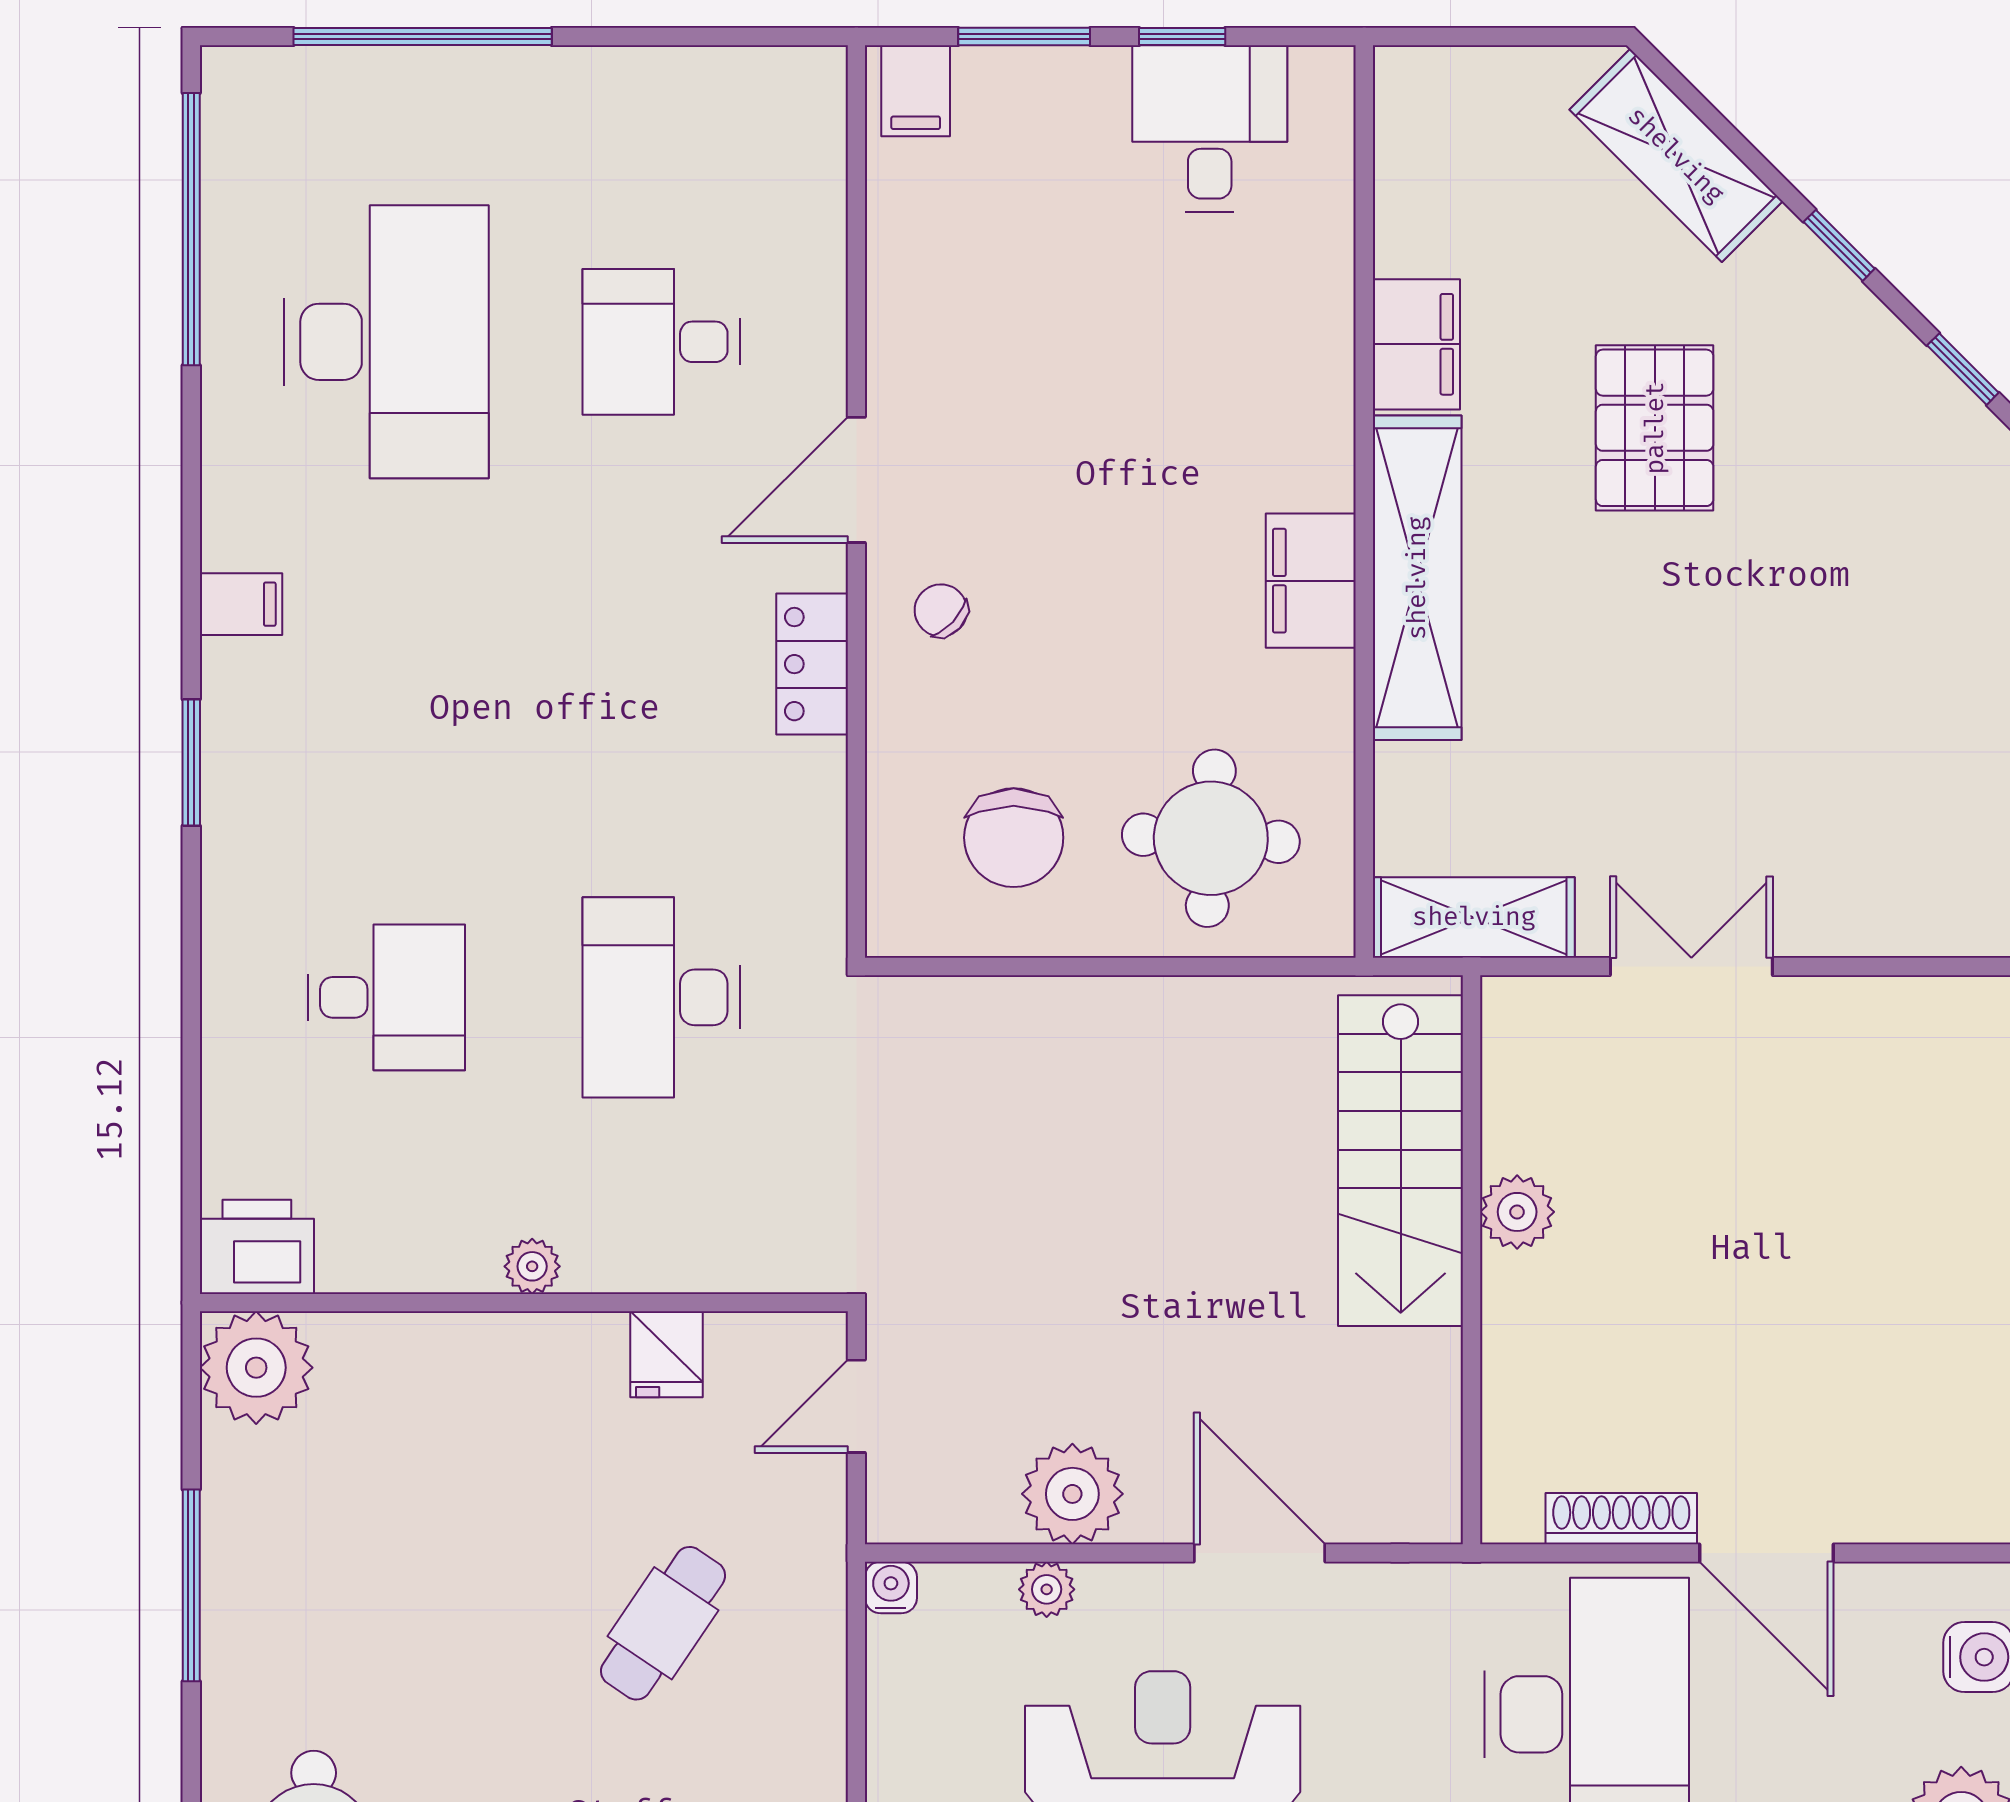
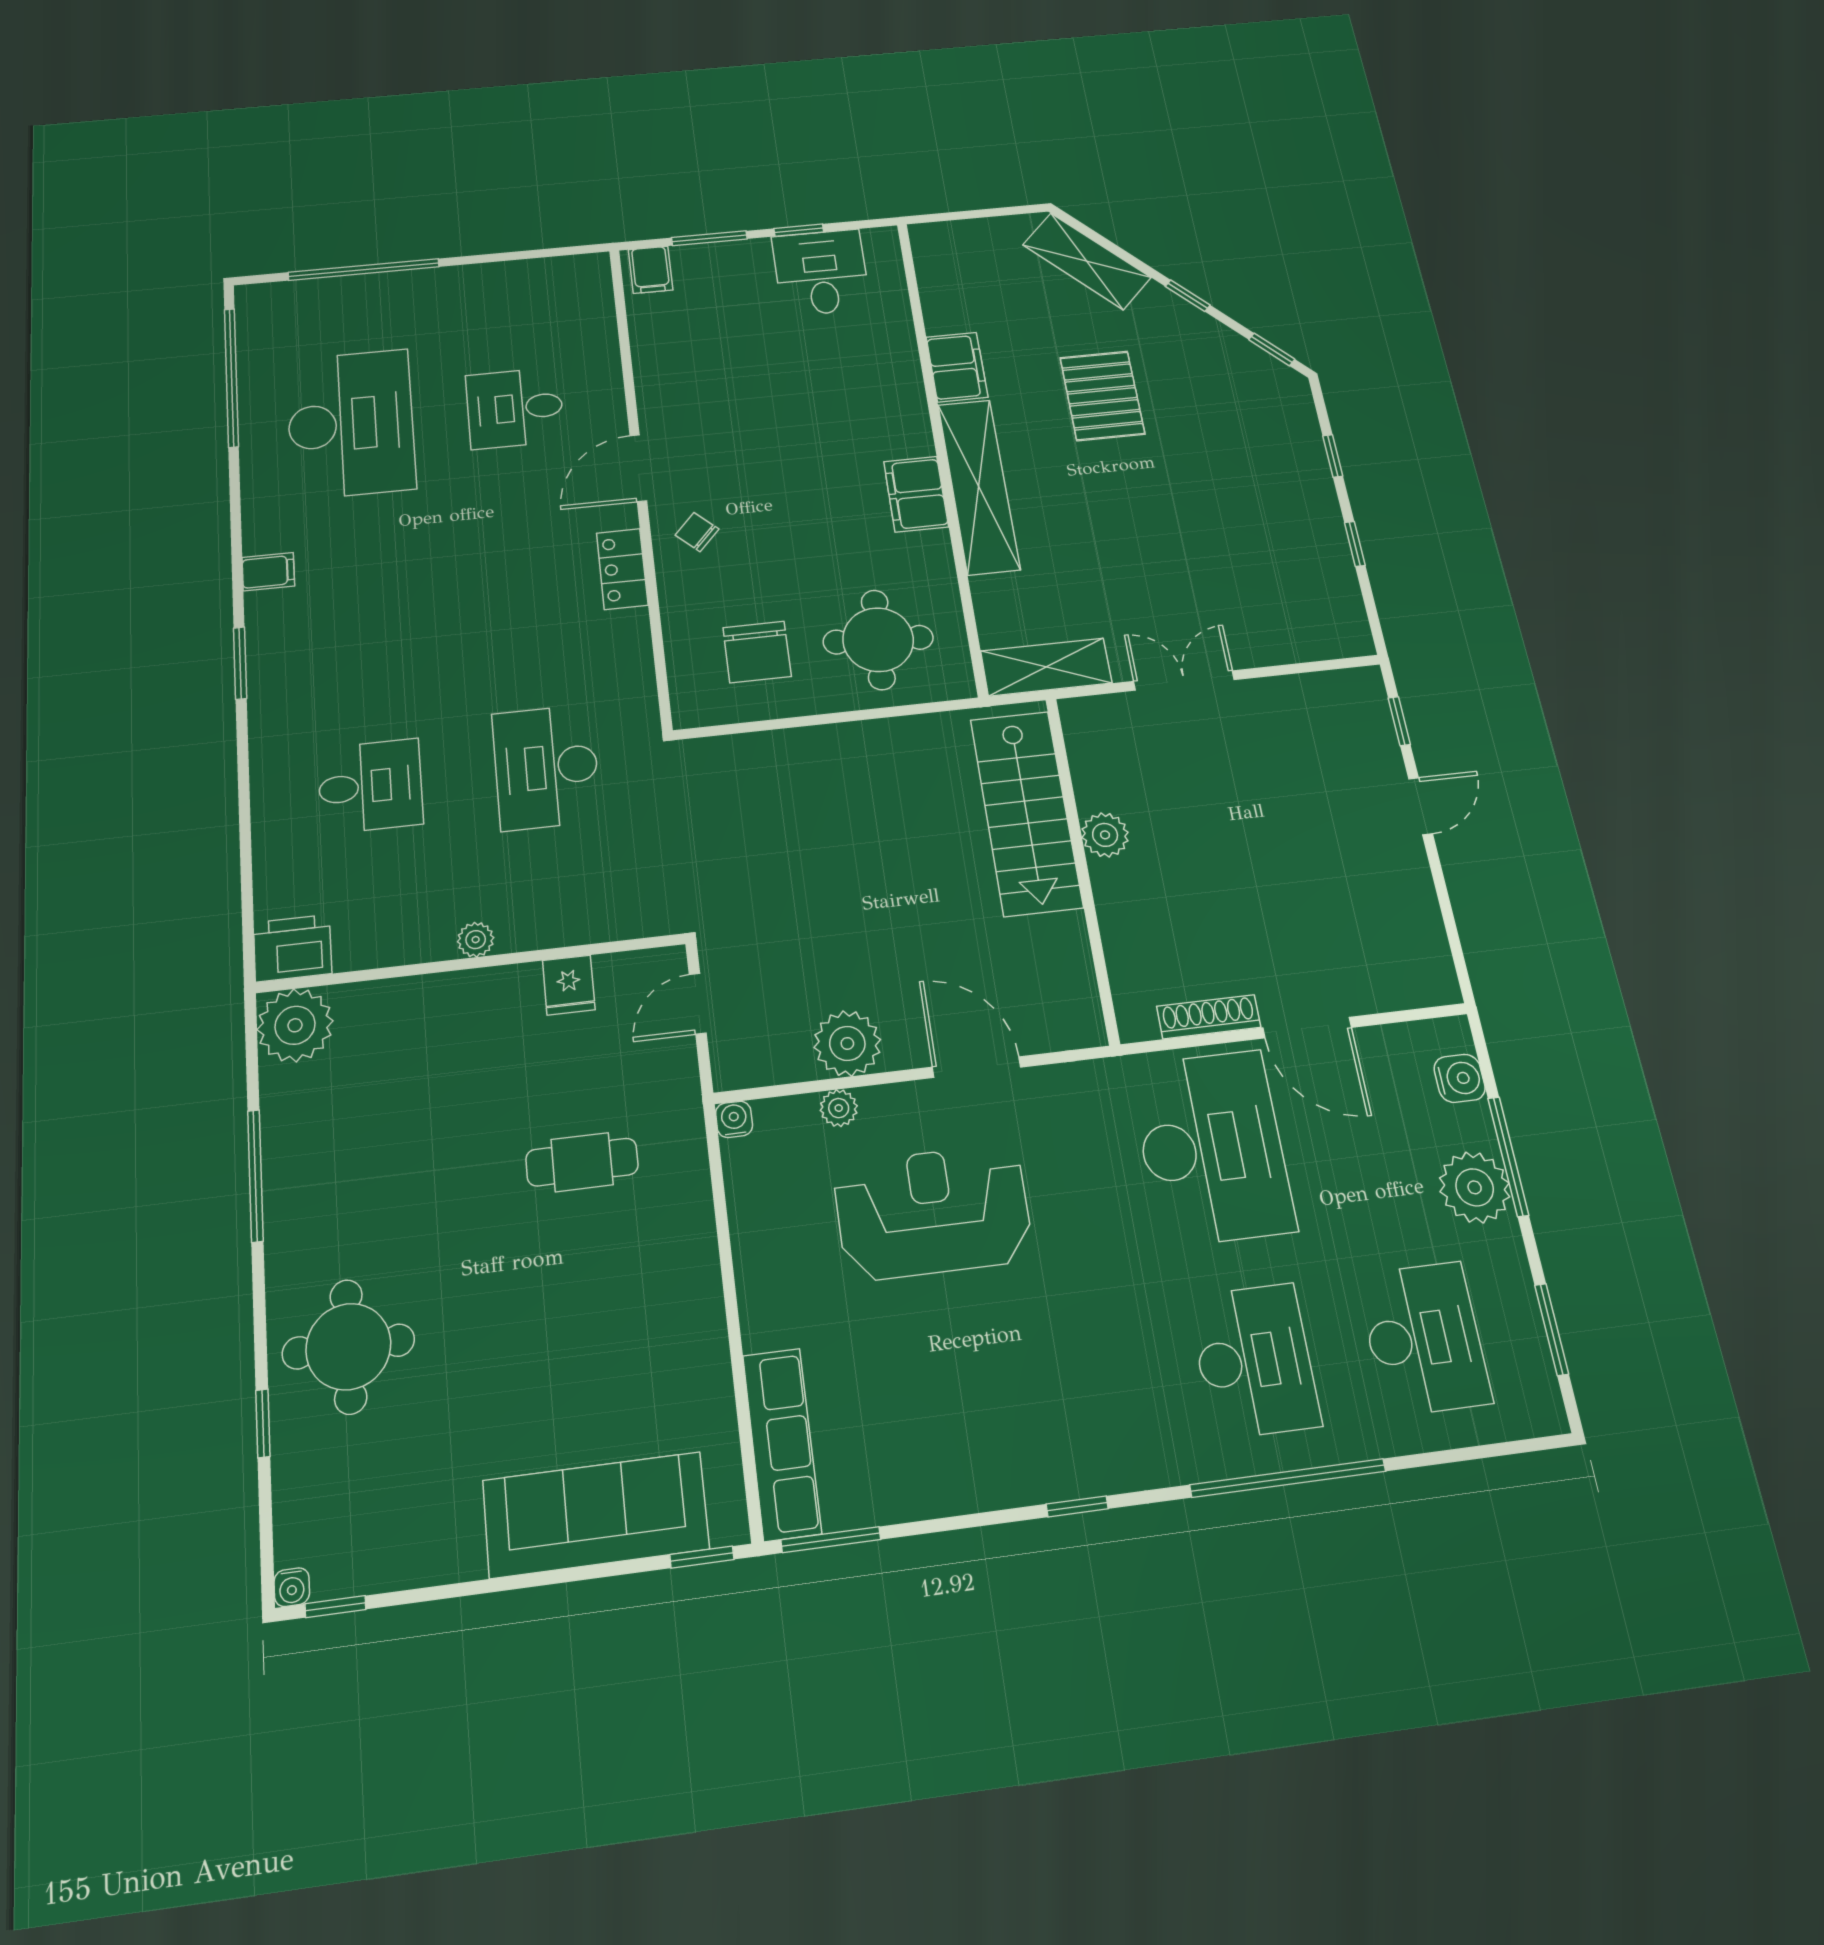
cafe table: (663, 1623) -> (582, 1162), turned 56

